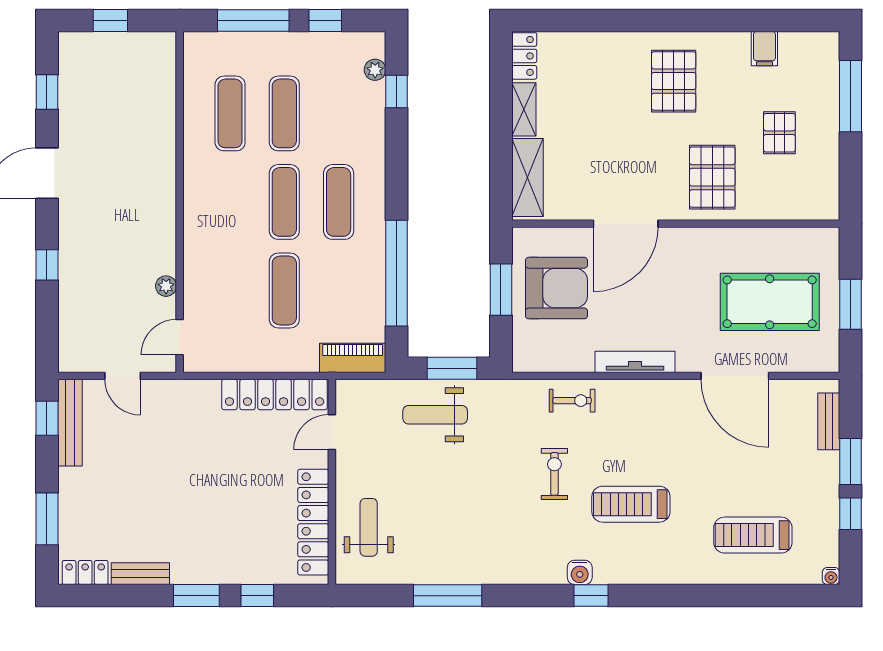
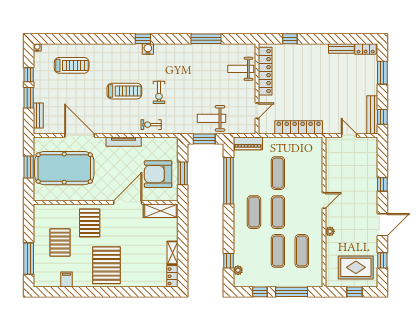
rug: (107, 76) -> (356, 267), added
pallet: (674, 81) -> (107, 265), width x1.37, depth x1.41
pallet: (779, 133) -> (60, 243), width x1.50, depth x1.42
shelving: (527, 177) -> (161, 211), moved, turned 90
plant: (166, 286) -> (330, 231), moved
pool table: (770, 302) -> (64, 168), width x1.36, depth x1.32
door: (180, 337) -> (324, 201), moved
locker: (275, 395) -> (299, 127), moved
weight bench: (435, 415) -> (212, 118), turned 180
treadmill: (631, 504) -> (124, 91), moved
weight bench: (369, 527) -> (241, 69), turned 90
window: (196, 596) -> (317, 39), removed

